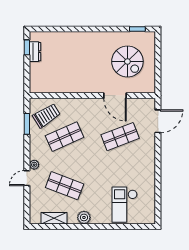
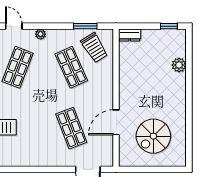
window: (137, 29) -> (189, 147), removed
plant: (62, 38) -> (179, 65), added
dresser: (35, 52) -> (130, 35), moved
door: (27, 178) -> (14, 26), moved

